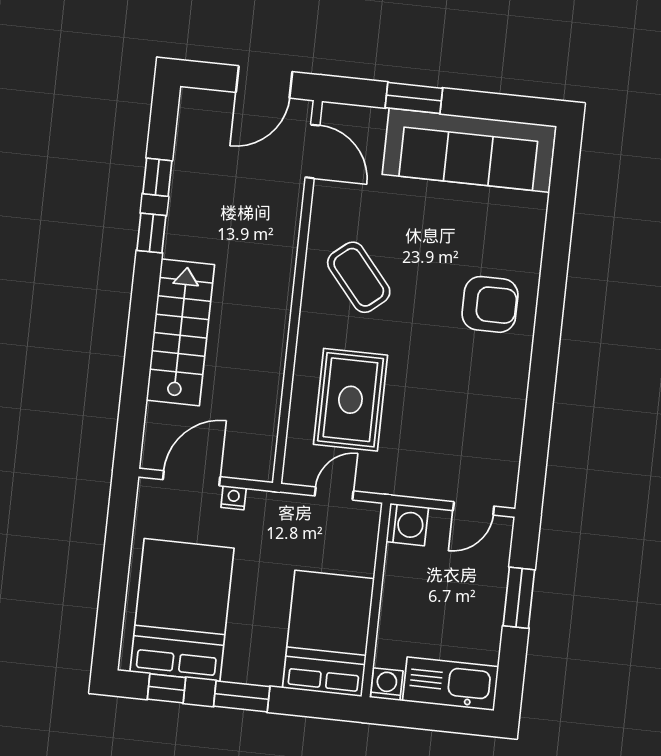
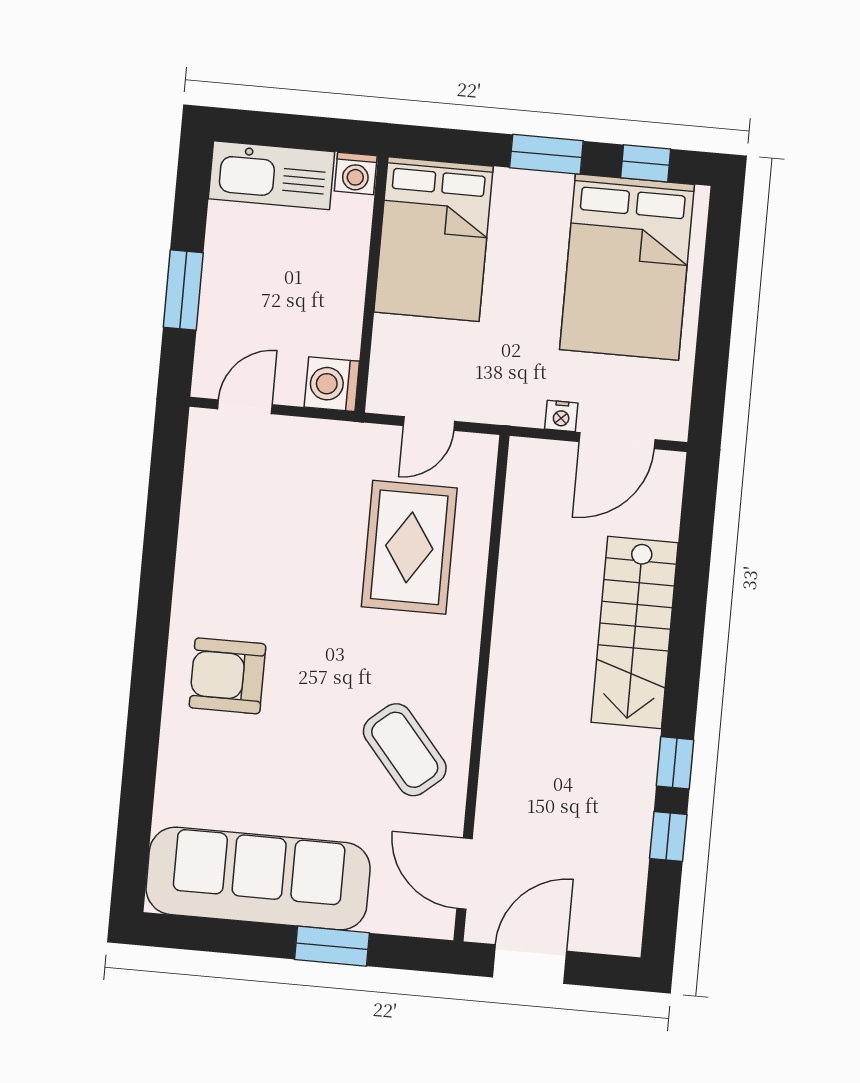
coffee table: (359, 277) -> (405, 750), moved

